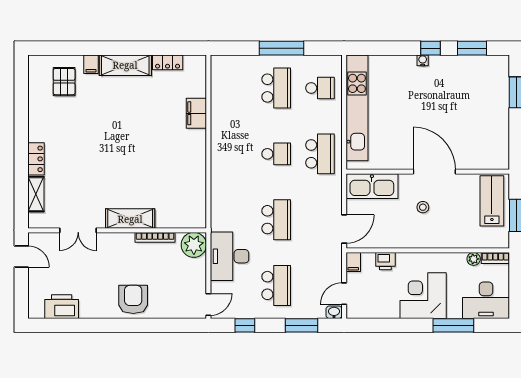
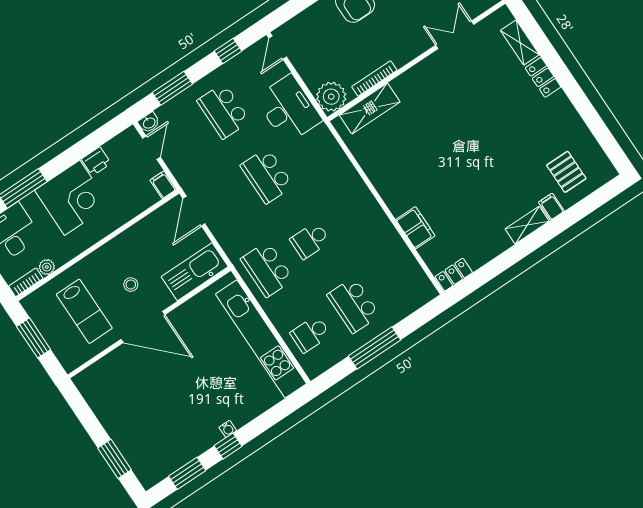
locker: (168, 62) -> (454, 275), moved
shelving: (125, 65) -> (527, 225), width x0.67, depth x0.75
lab bench: (492, 201) -> (84, 311), moved
shelving: (130, 219) -> (370, 108), moved
printer: (385, 261) -> (96, 161), moved, turned 180

